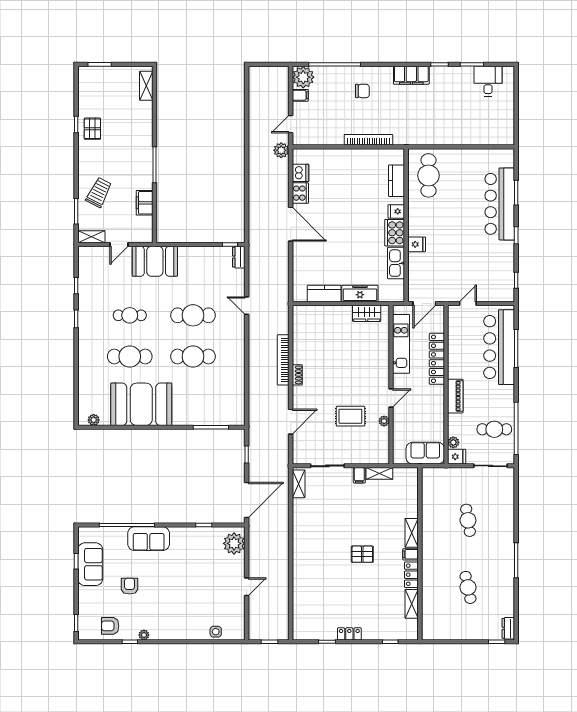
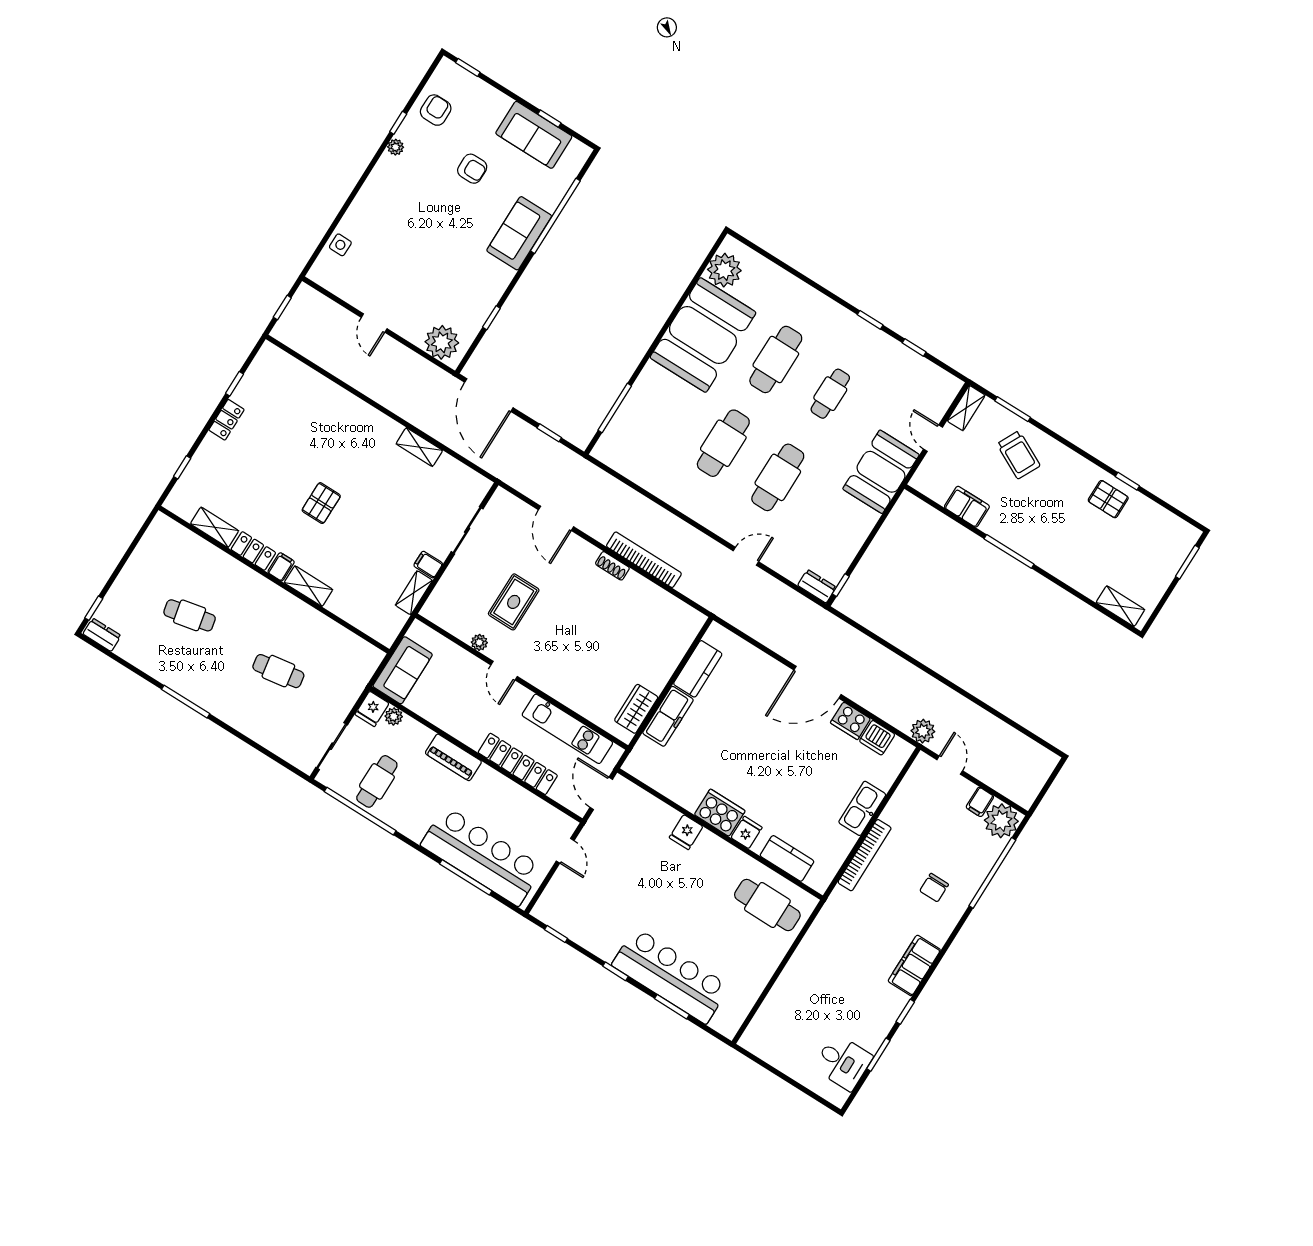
kitchen sink: (396, 263) -> (862, 808), moved, turned -90
plant: (94, 420) -> (724, 270), width x1.87, depth x1.87
shelving: (299, 484) -> (419, 447), moved

